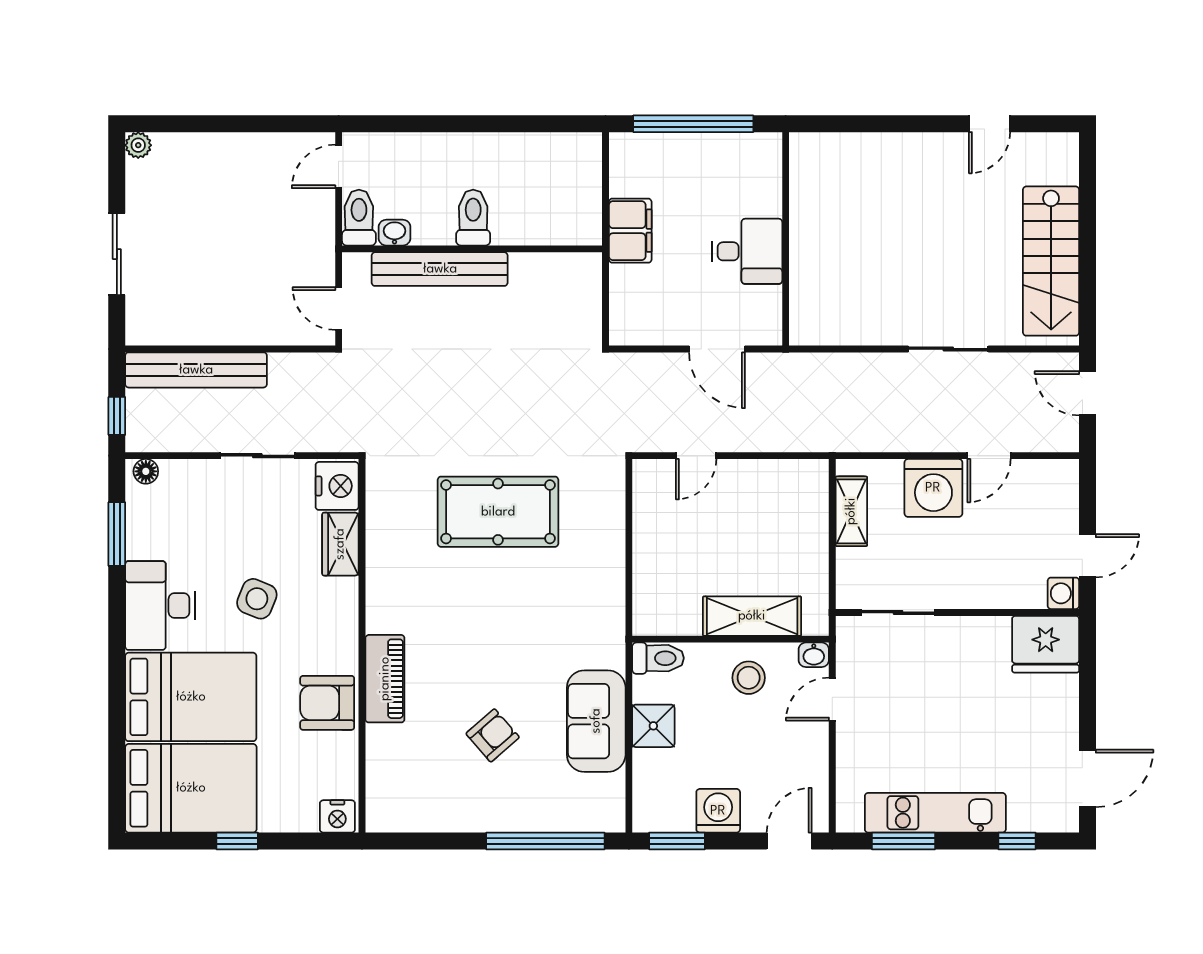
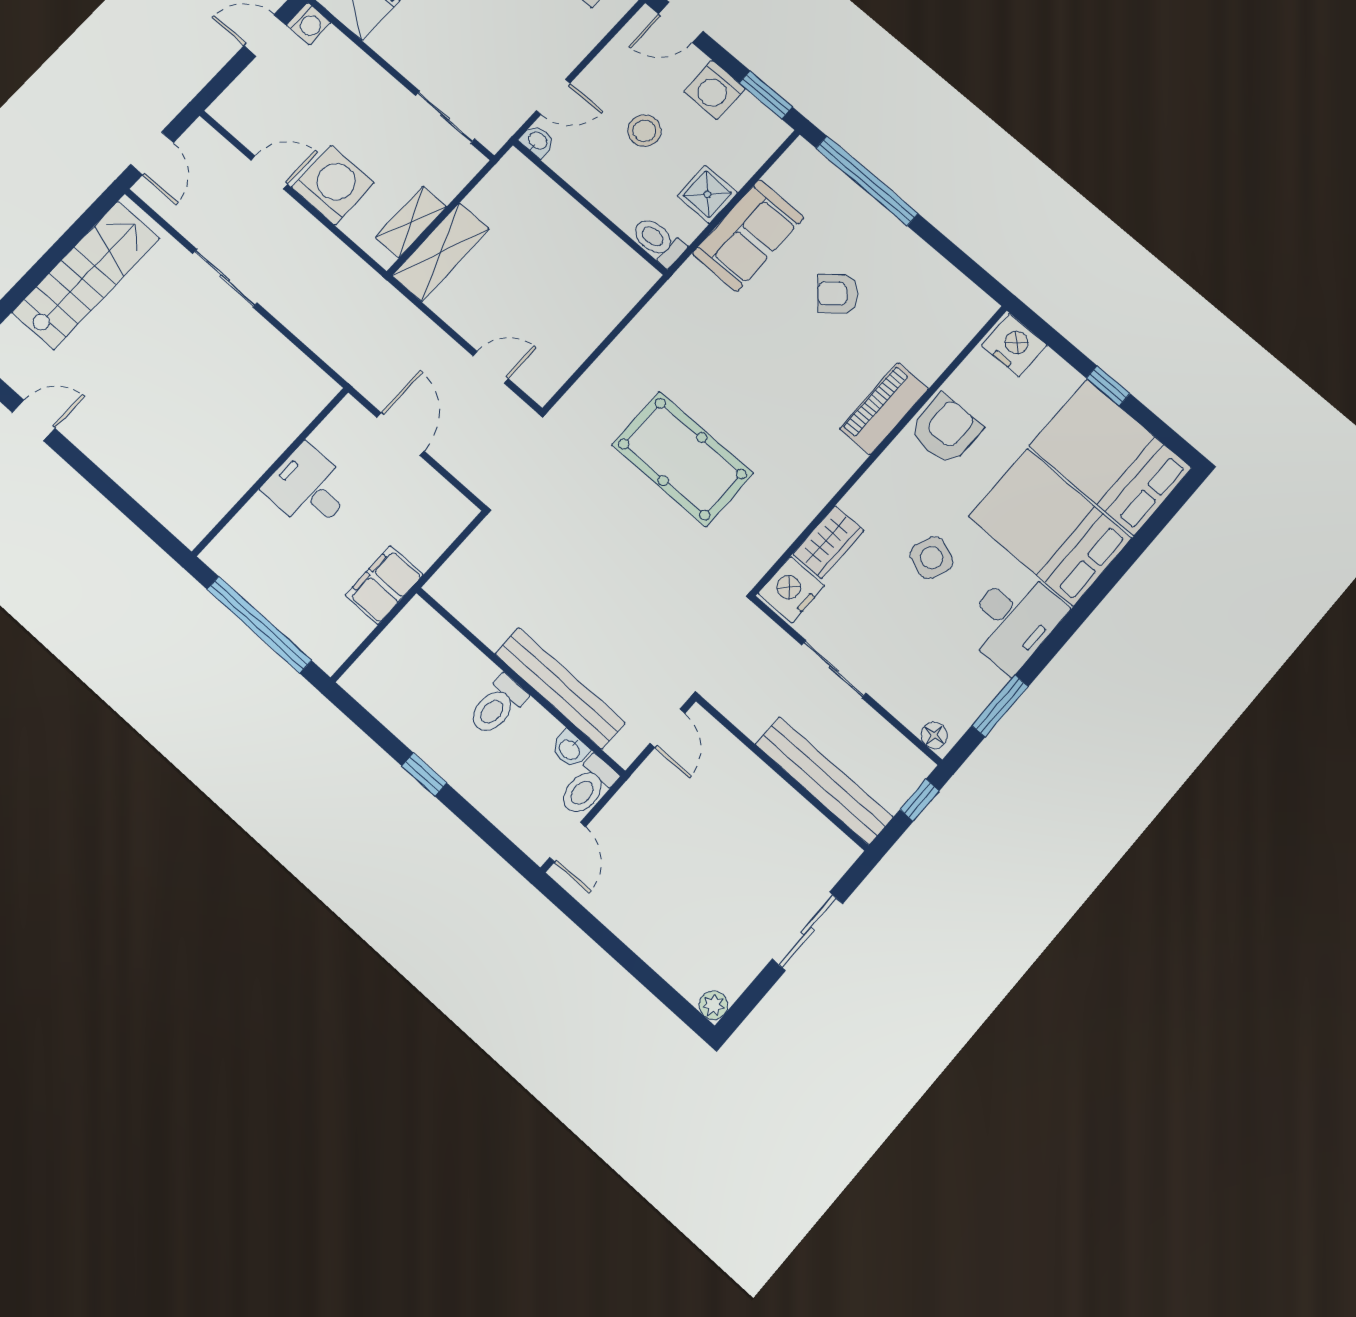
window: (481, 124) -> (424, 775), added
door: (339, 166) -> (567, 842), hinge flipped
shelving: (752, 616) -> (441, 252), moved, turned 90
stool: (749, 678) -> (644, 131), moved
armchair: (327, 703) -> (946, 429), turned -90
nightstand: (337, 816) -> (1014, 345), width x1.36, depth x1.33

